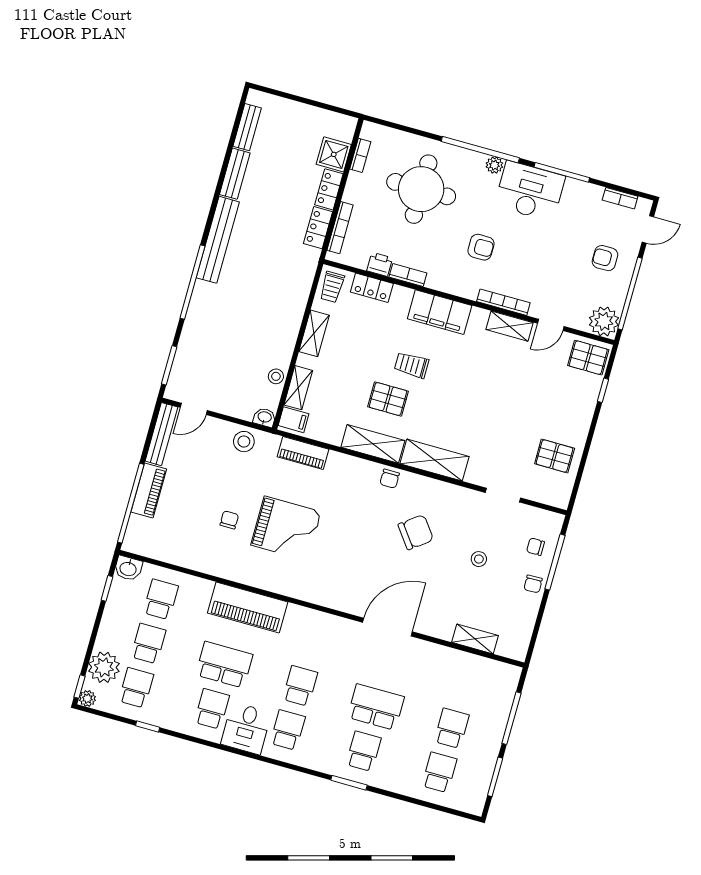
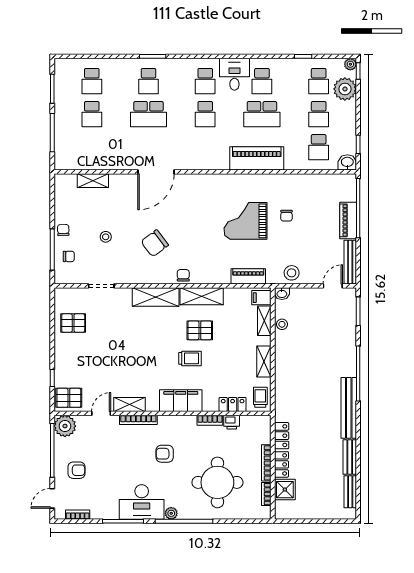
bookcase: (340, 228) -> (266, 463), moved

